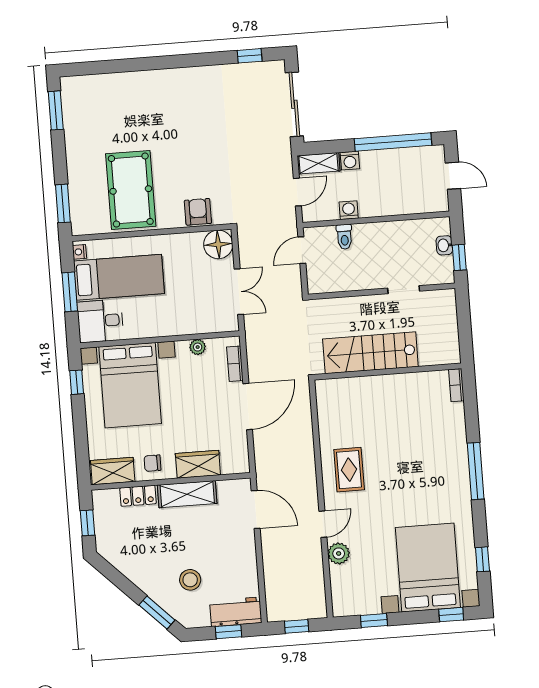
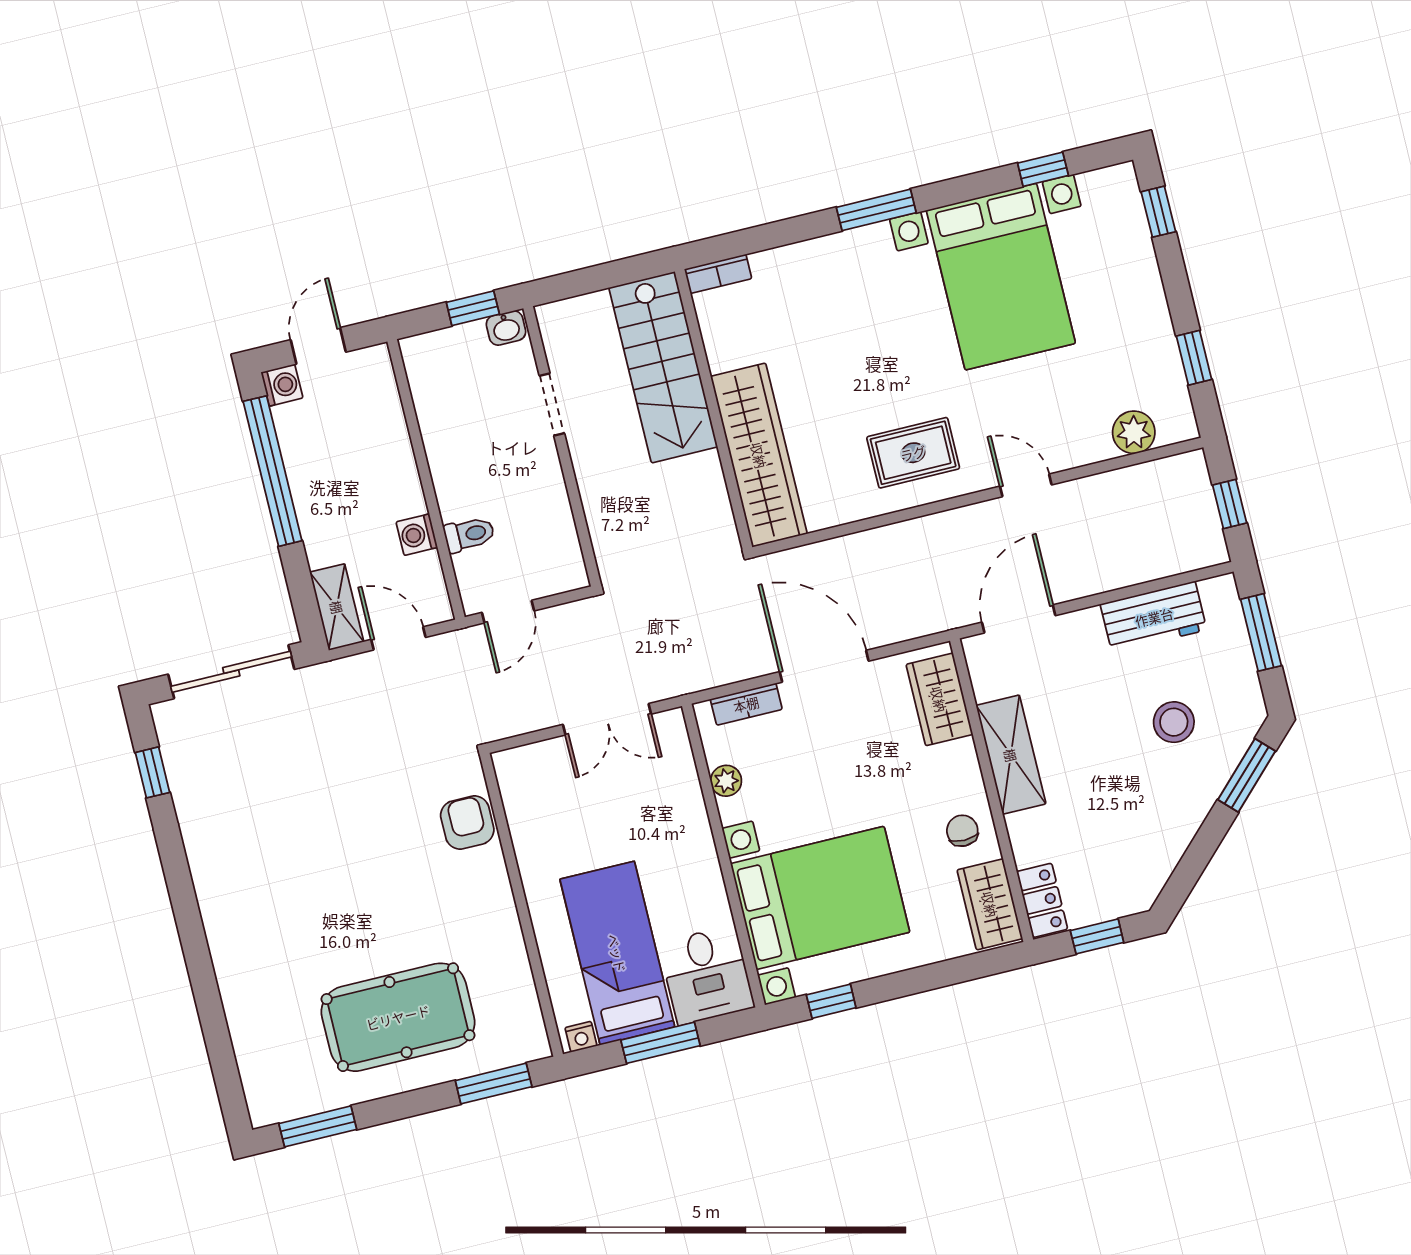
washing machine: (350, 161) -> (282, 385), moved
pool table: (131, 190) -> (398, 1017), moved
armchair: (198, 212) -> (467, 823), turned 90
floor lamp: (218, 244) -> (523, 773), removed
washbasin: (444, 245) -> (506, 328), moved
door: (302, 250) -> (508, 612), hinge flipped
double door: (239, 292) -> (607, 719), swing flipped
stairs: (370, 353) -> (663, 367), moved
wardrobe: (361, 391) -> (759, 455), added
chair: (153, 463) -> (962, 831), turned 180
wardrobe: (198, 464) -> (939, 699), moved
window: (476, 471) -> (876, 210), width x0.69
locker: (138, 496) -> (1042, 900), moved
plant: (339, 553) -> (1134, 432), moved
bed with nightstands: (428, 567) -> (1001, 277), moved, turned -90
workbench: (236, 612) -> (1154, 617), moved, turned -90
window: (229, 632) -> (1261, 632), width x1.50

